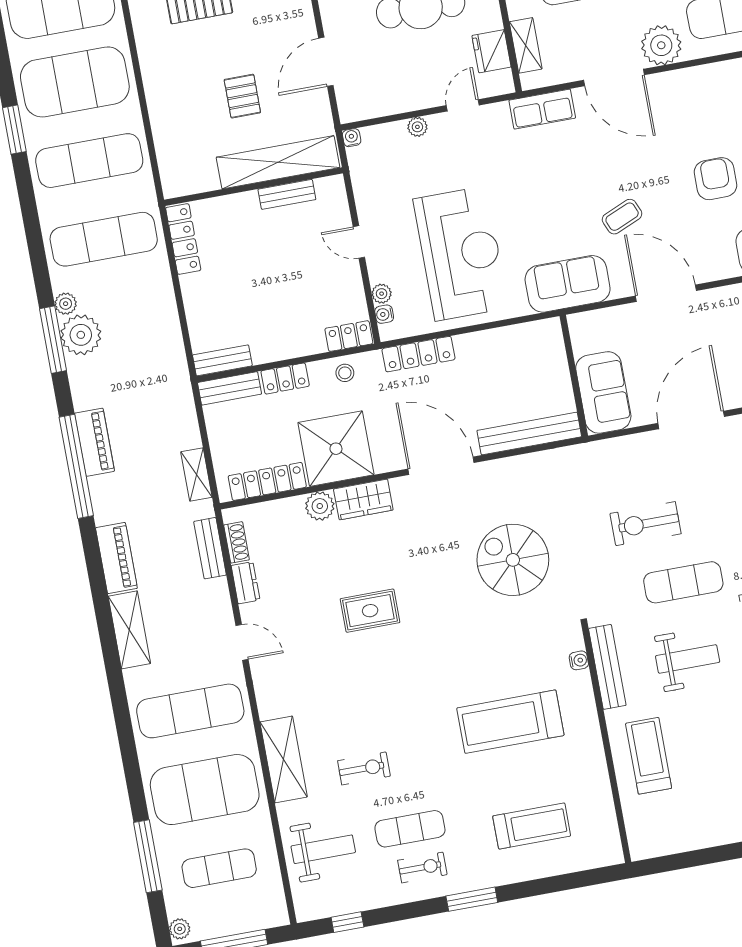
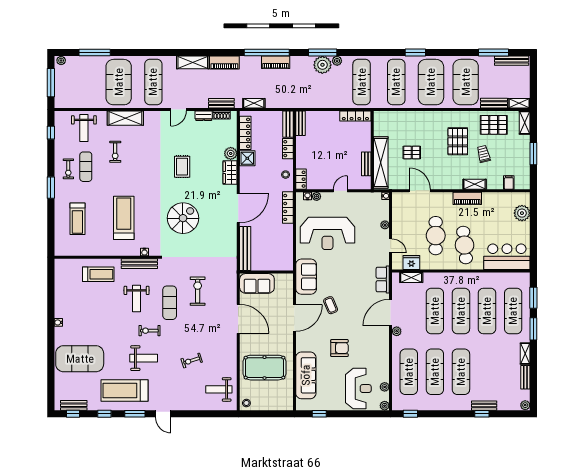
plant: (661, 45) -> (397, 331), width x0.53, depth x0.53
shower: (336, 449) -> (247, 158), width x0.54, depth x0.54
spiral stairs: (513, 560) -> (183, 218), moved
exercise mat: (219, 868) -> (84, 82), removed

